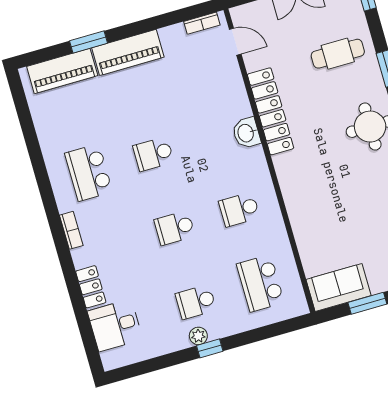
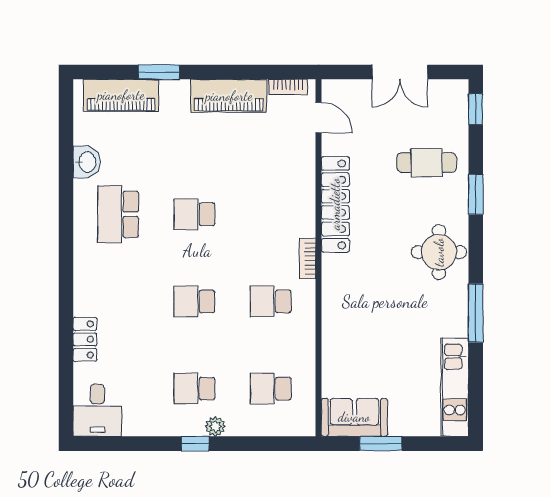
piano: (128, 52) -> (229, 96), moved
washbasin: (246, 133) -> (87, 162), moved, turned 180
bookcase: (71, 230) -> (308, 259), moved, turned 180
school desk: (260, 283) -> (271, 389), width x0.54
desk: (115, 325) -> (97, 410), moved, turned -90
plant: (198, 336) -> (215, 426), moved

